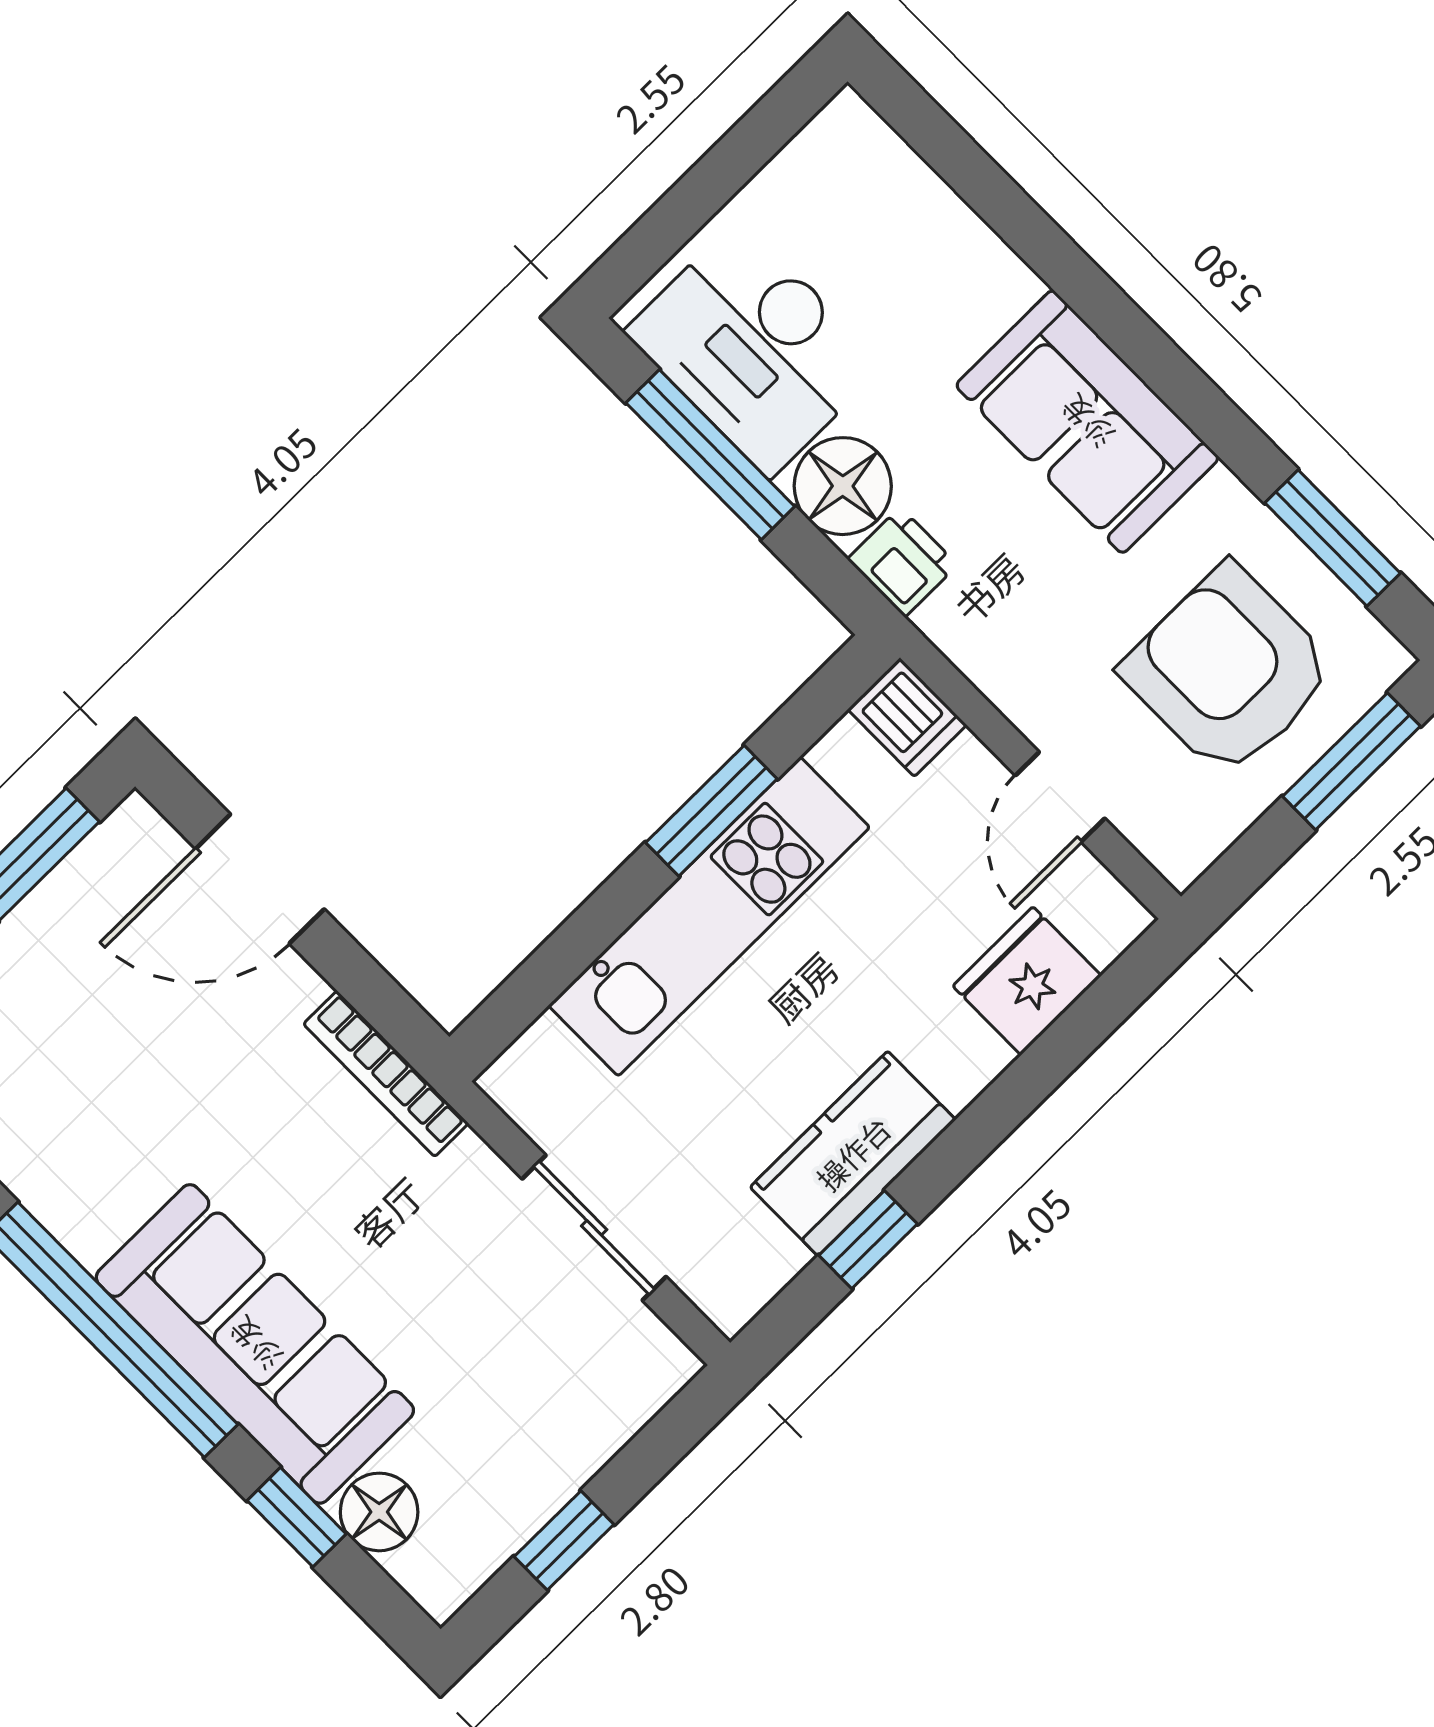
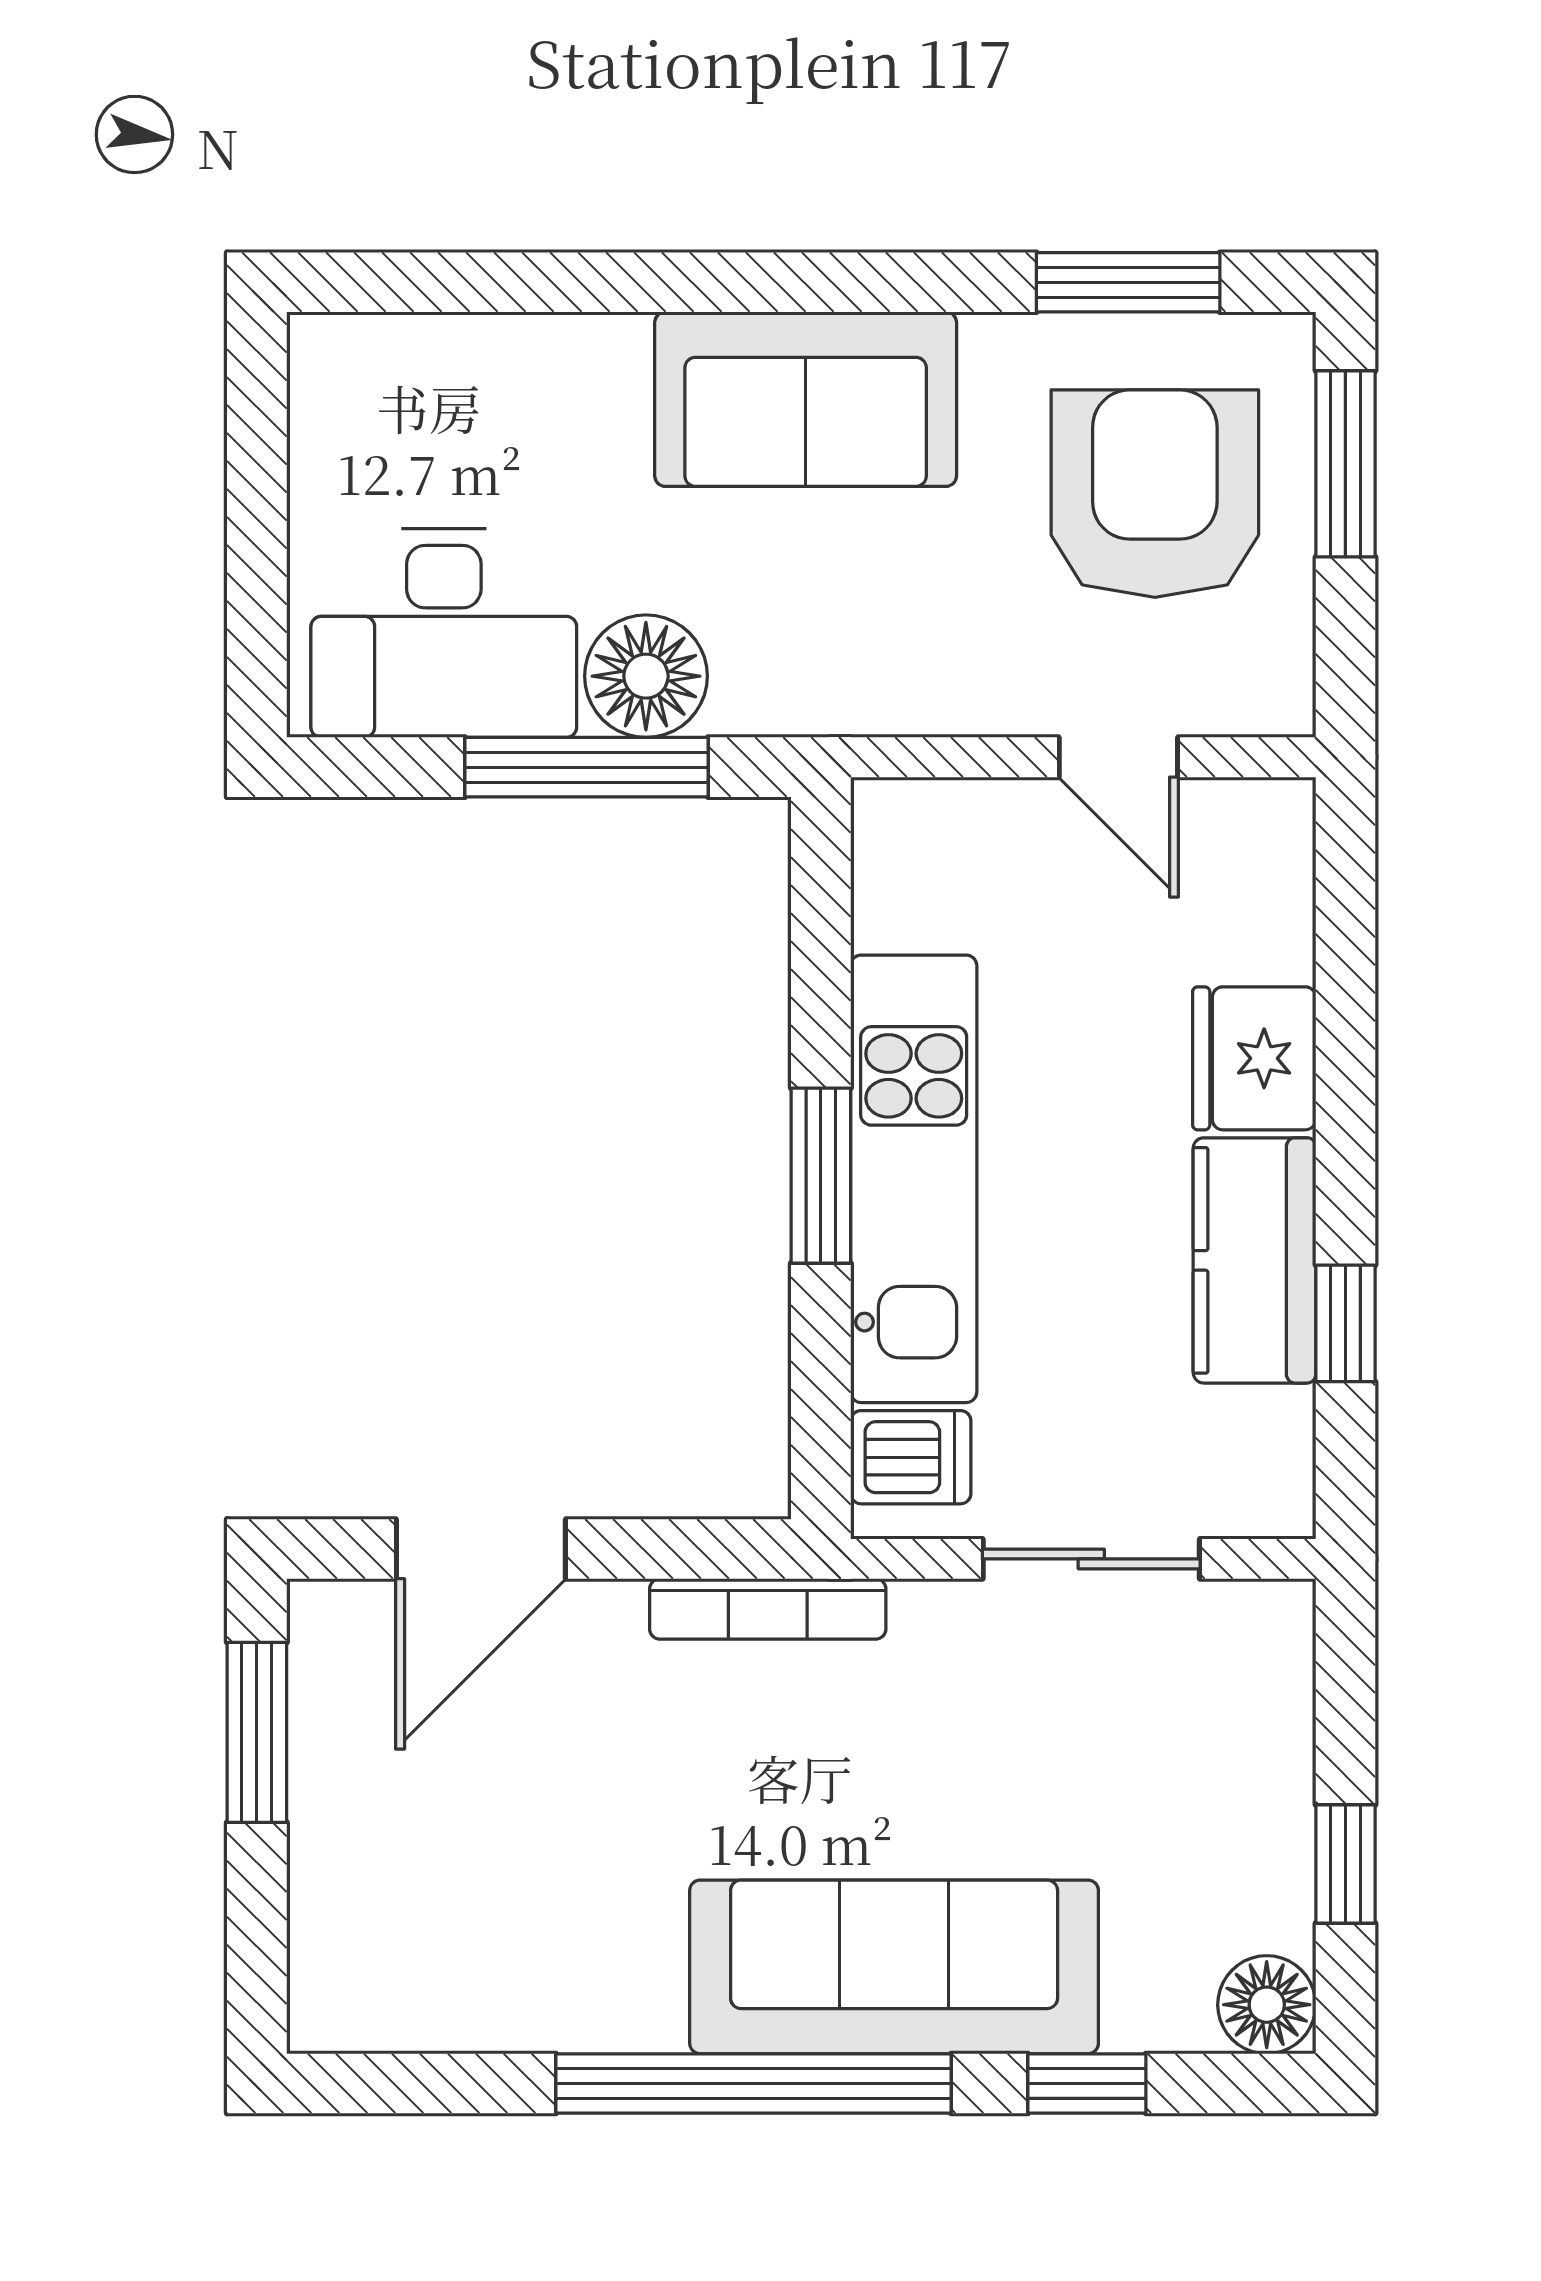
window: (710, 455) -> (586, 767), moved
printer: (902, 562) -> (767, 690), removed
armchair: (1229, 671) -> (1155, 494), turned 90
dishwasher: (907, 717) -> (911, 1457), moved
window: (711, 811) -> (821, 1176), moved
fridge: (1027, 981) -> (1254, 1058), moved
floor lamp: (379, 1512) -> (1267, 2005), moved

